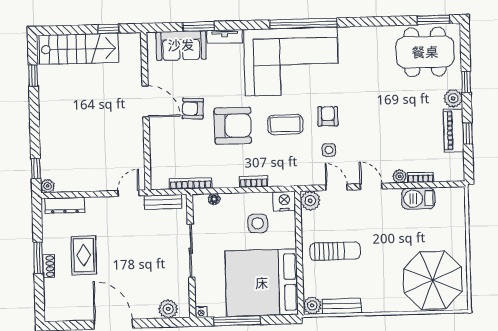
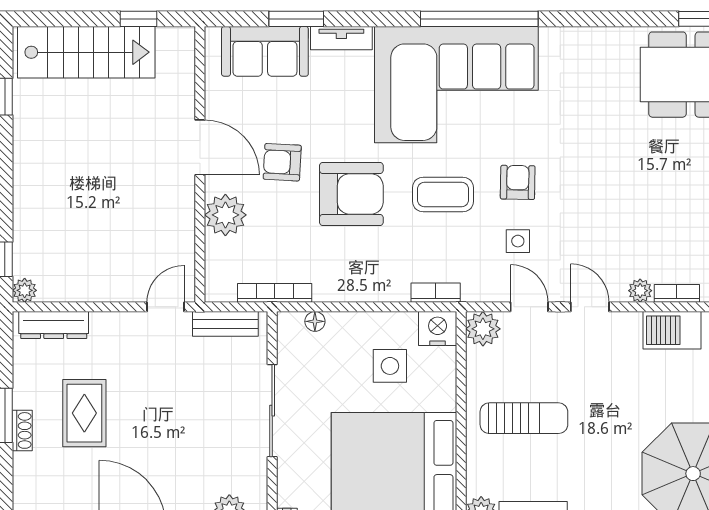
plant: (161, 140) -> (225, 215), added
bookcase: (254, 182) -> (436, 293), moved

